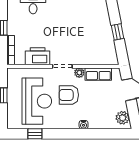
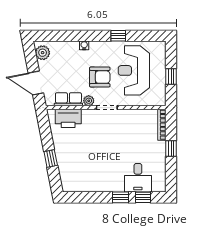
window: (118, 32) -> (51, 159), moved
printer: (38, 56) -> (68, 118), moved
window: (35, 134) -> (118, 36), moved

